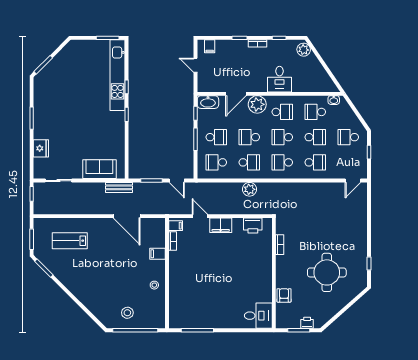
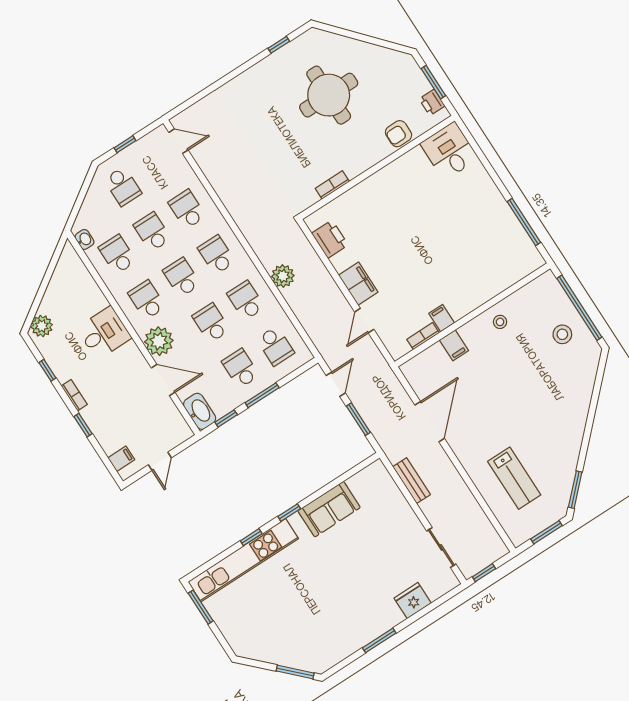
school desk: (315, 112) -> (117, 254), turned 180
school desk: (249, 137) -> (211, 323), turned 180
school desk: (282, 137) -> (182, 277), turned 180
school desk: (282, 162) -> (216, 255), turned 180
sofa: (99, 169) -> (329, 509), moved, turned -90
bench: (119, 187) -> (412, 481), moved
filing cabinet: (176, 226) -> (442, 318), moved
printer: (307, 323) -> (432, 102), moved

